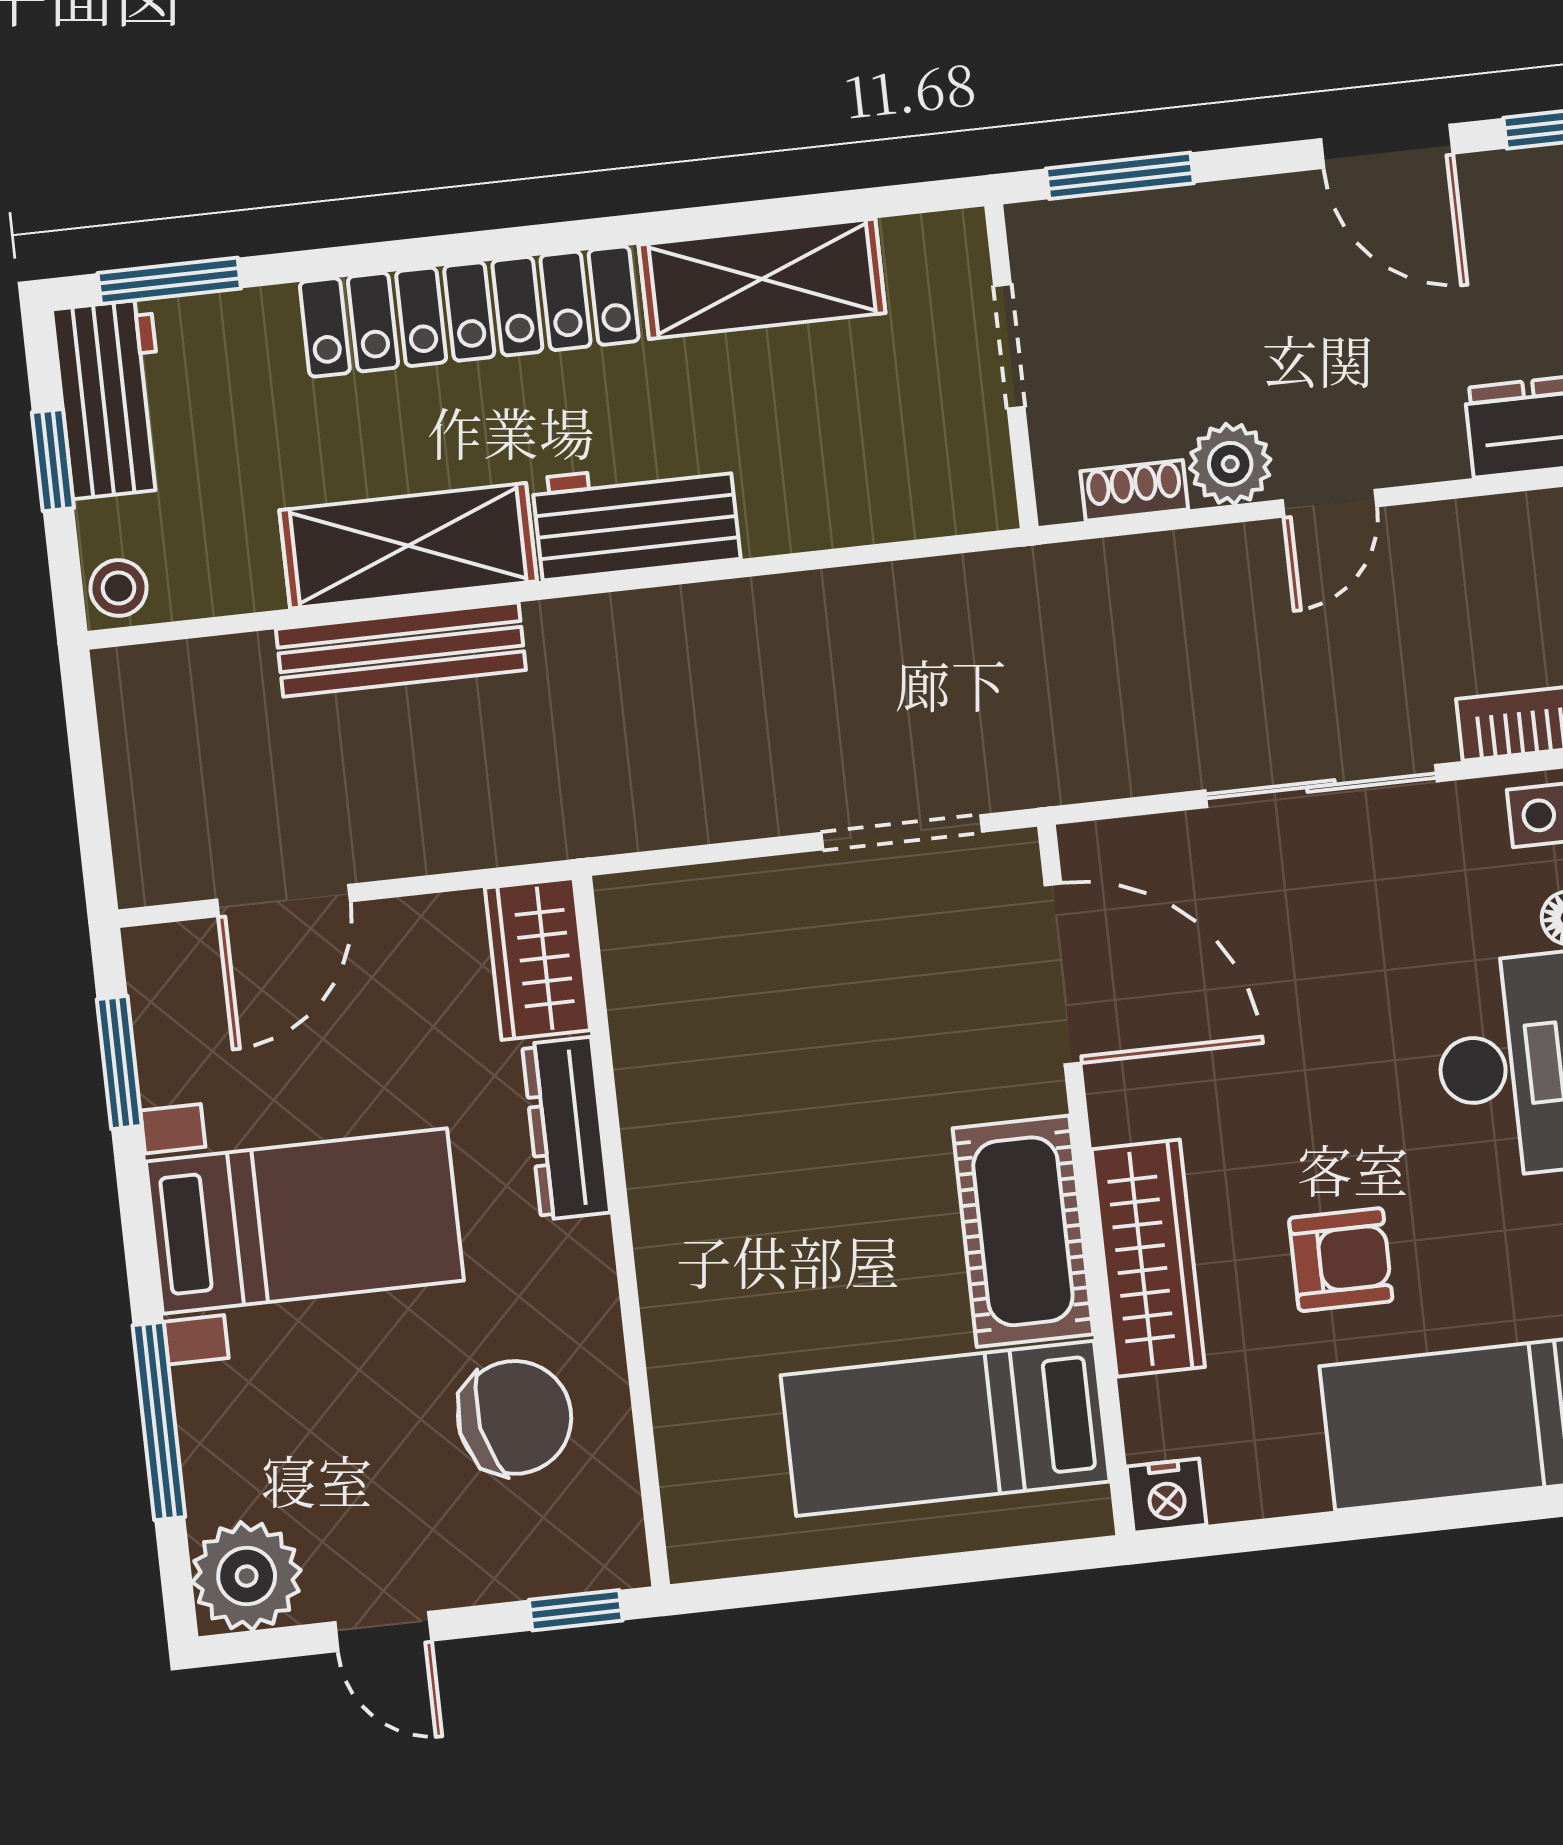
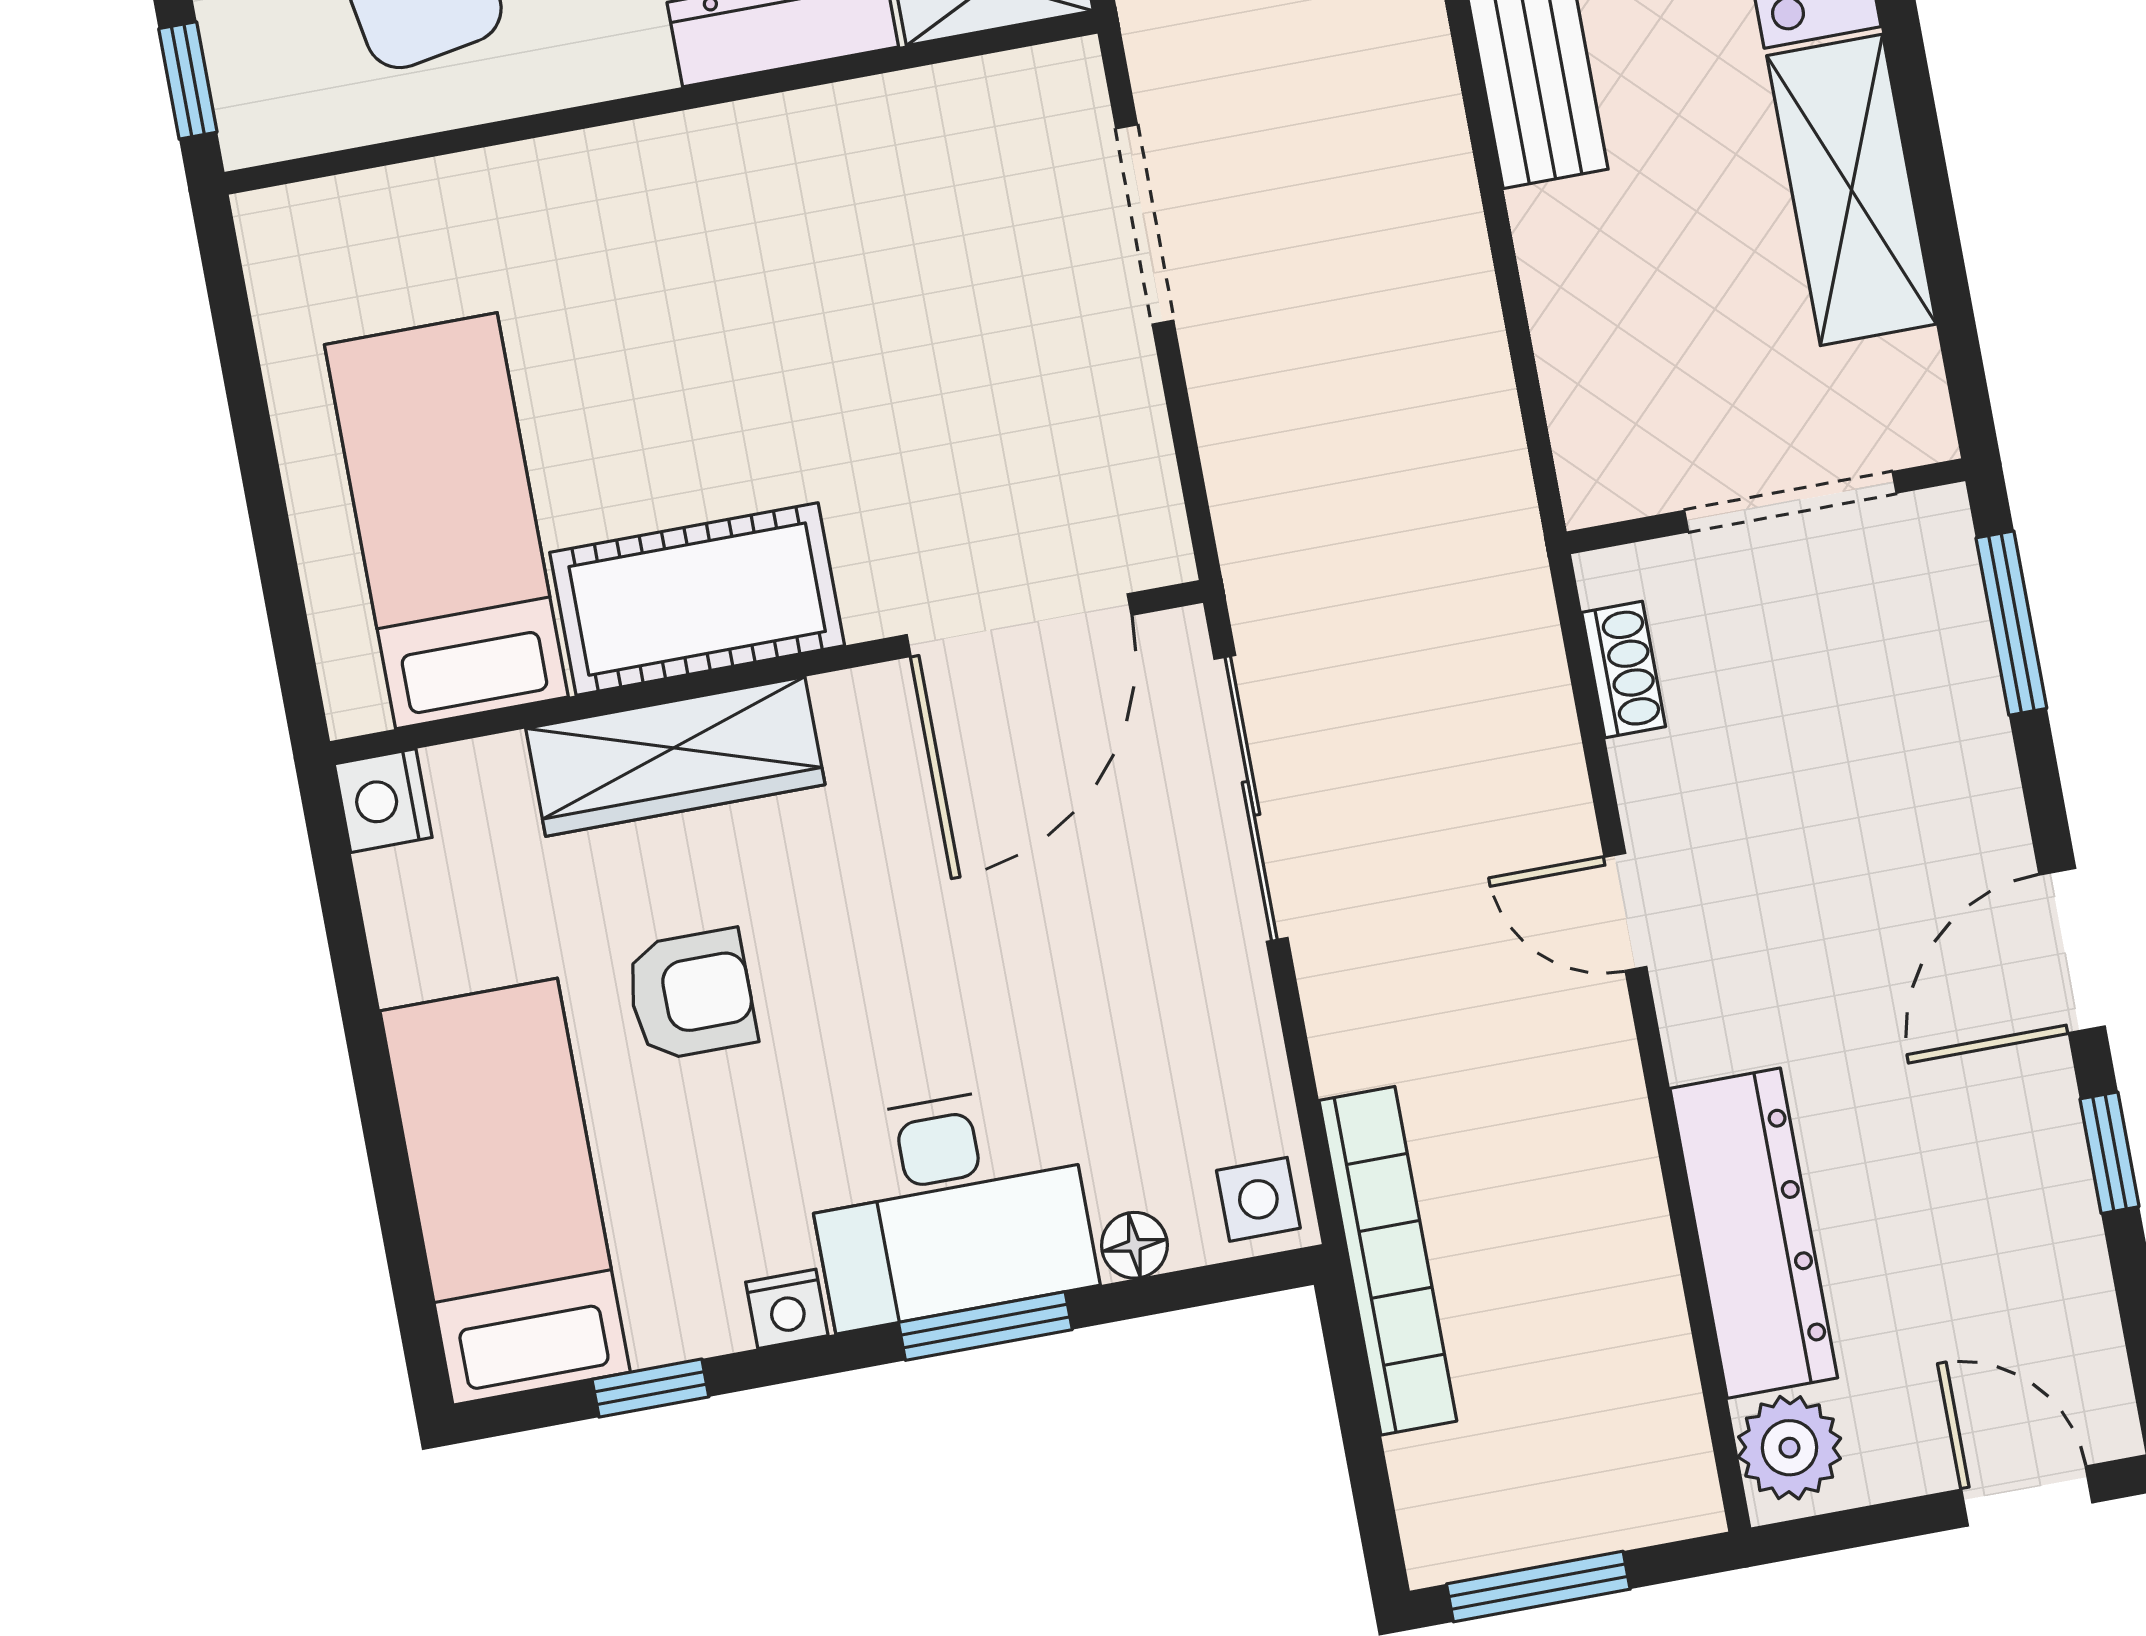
doorway: (1009, 346) -> (1790, 502), width x1.38
plant: (1230, 464) -> (1665, 786), removed
sliding door: (1321, 786) -> (1251, 798), moved
doorway: (902, 832) -> (1145, 224), moved
armchair: (1341, 1260) -> (691, 995), turned -90

